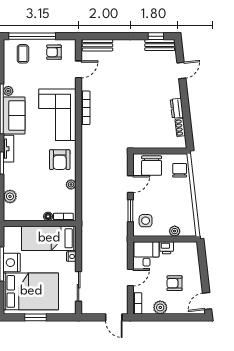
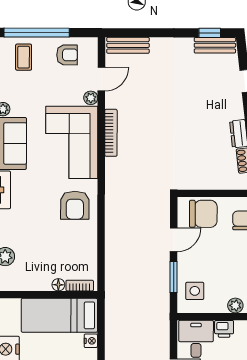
armchair: (54, 52) -> (67, 55), turned 180
chair: (152, 166) -> (203, 214), turned -90
plant: (71, 184) -> (91, 98), moved

